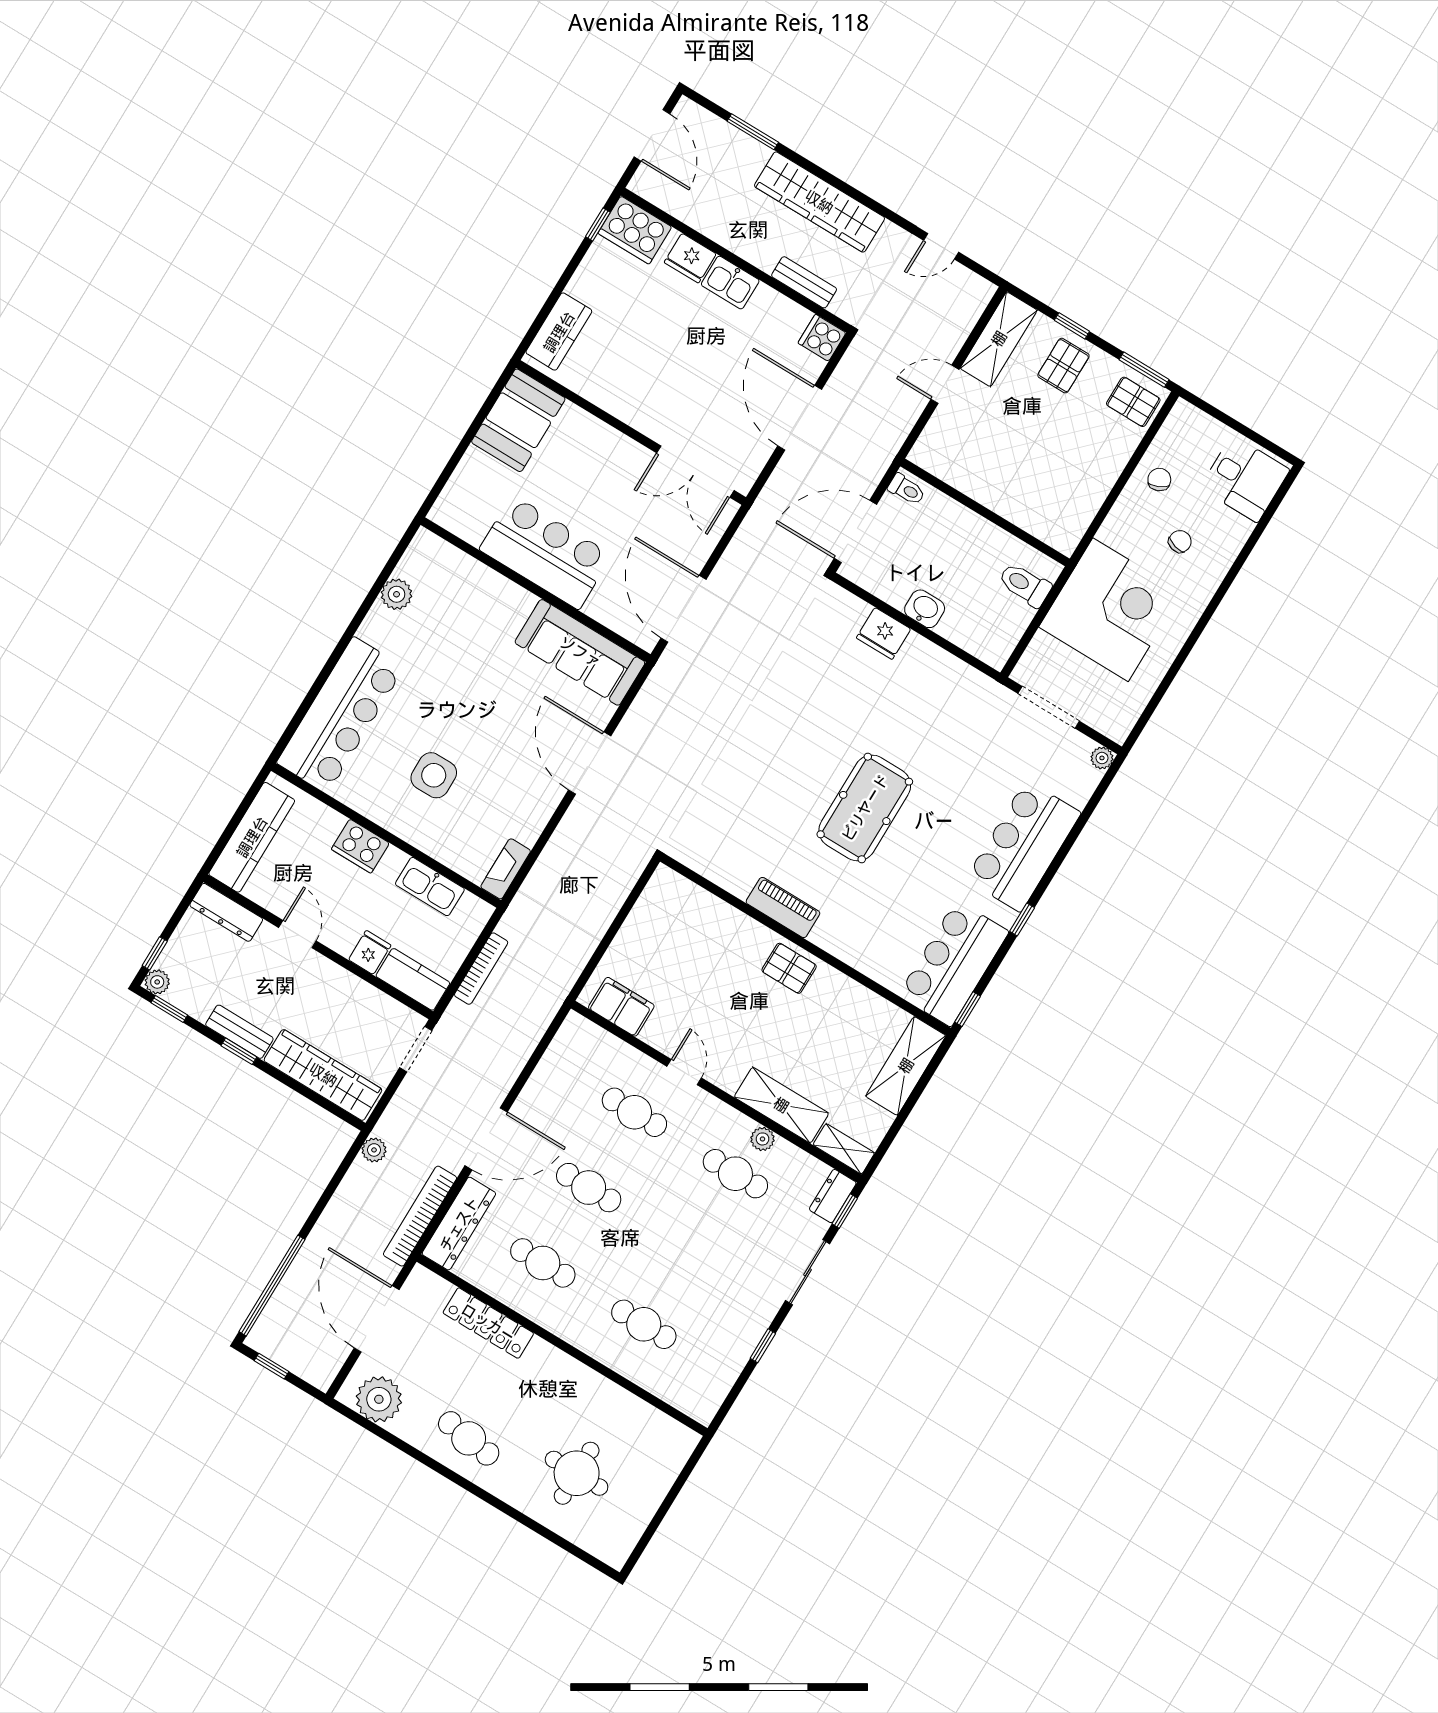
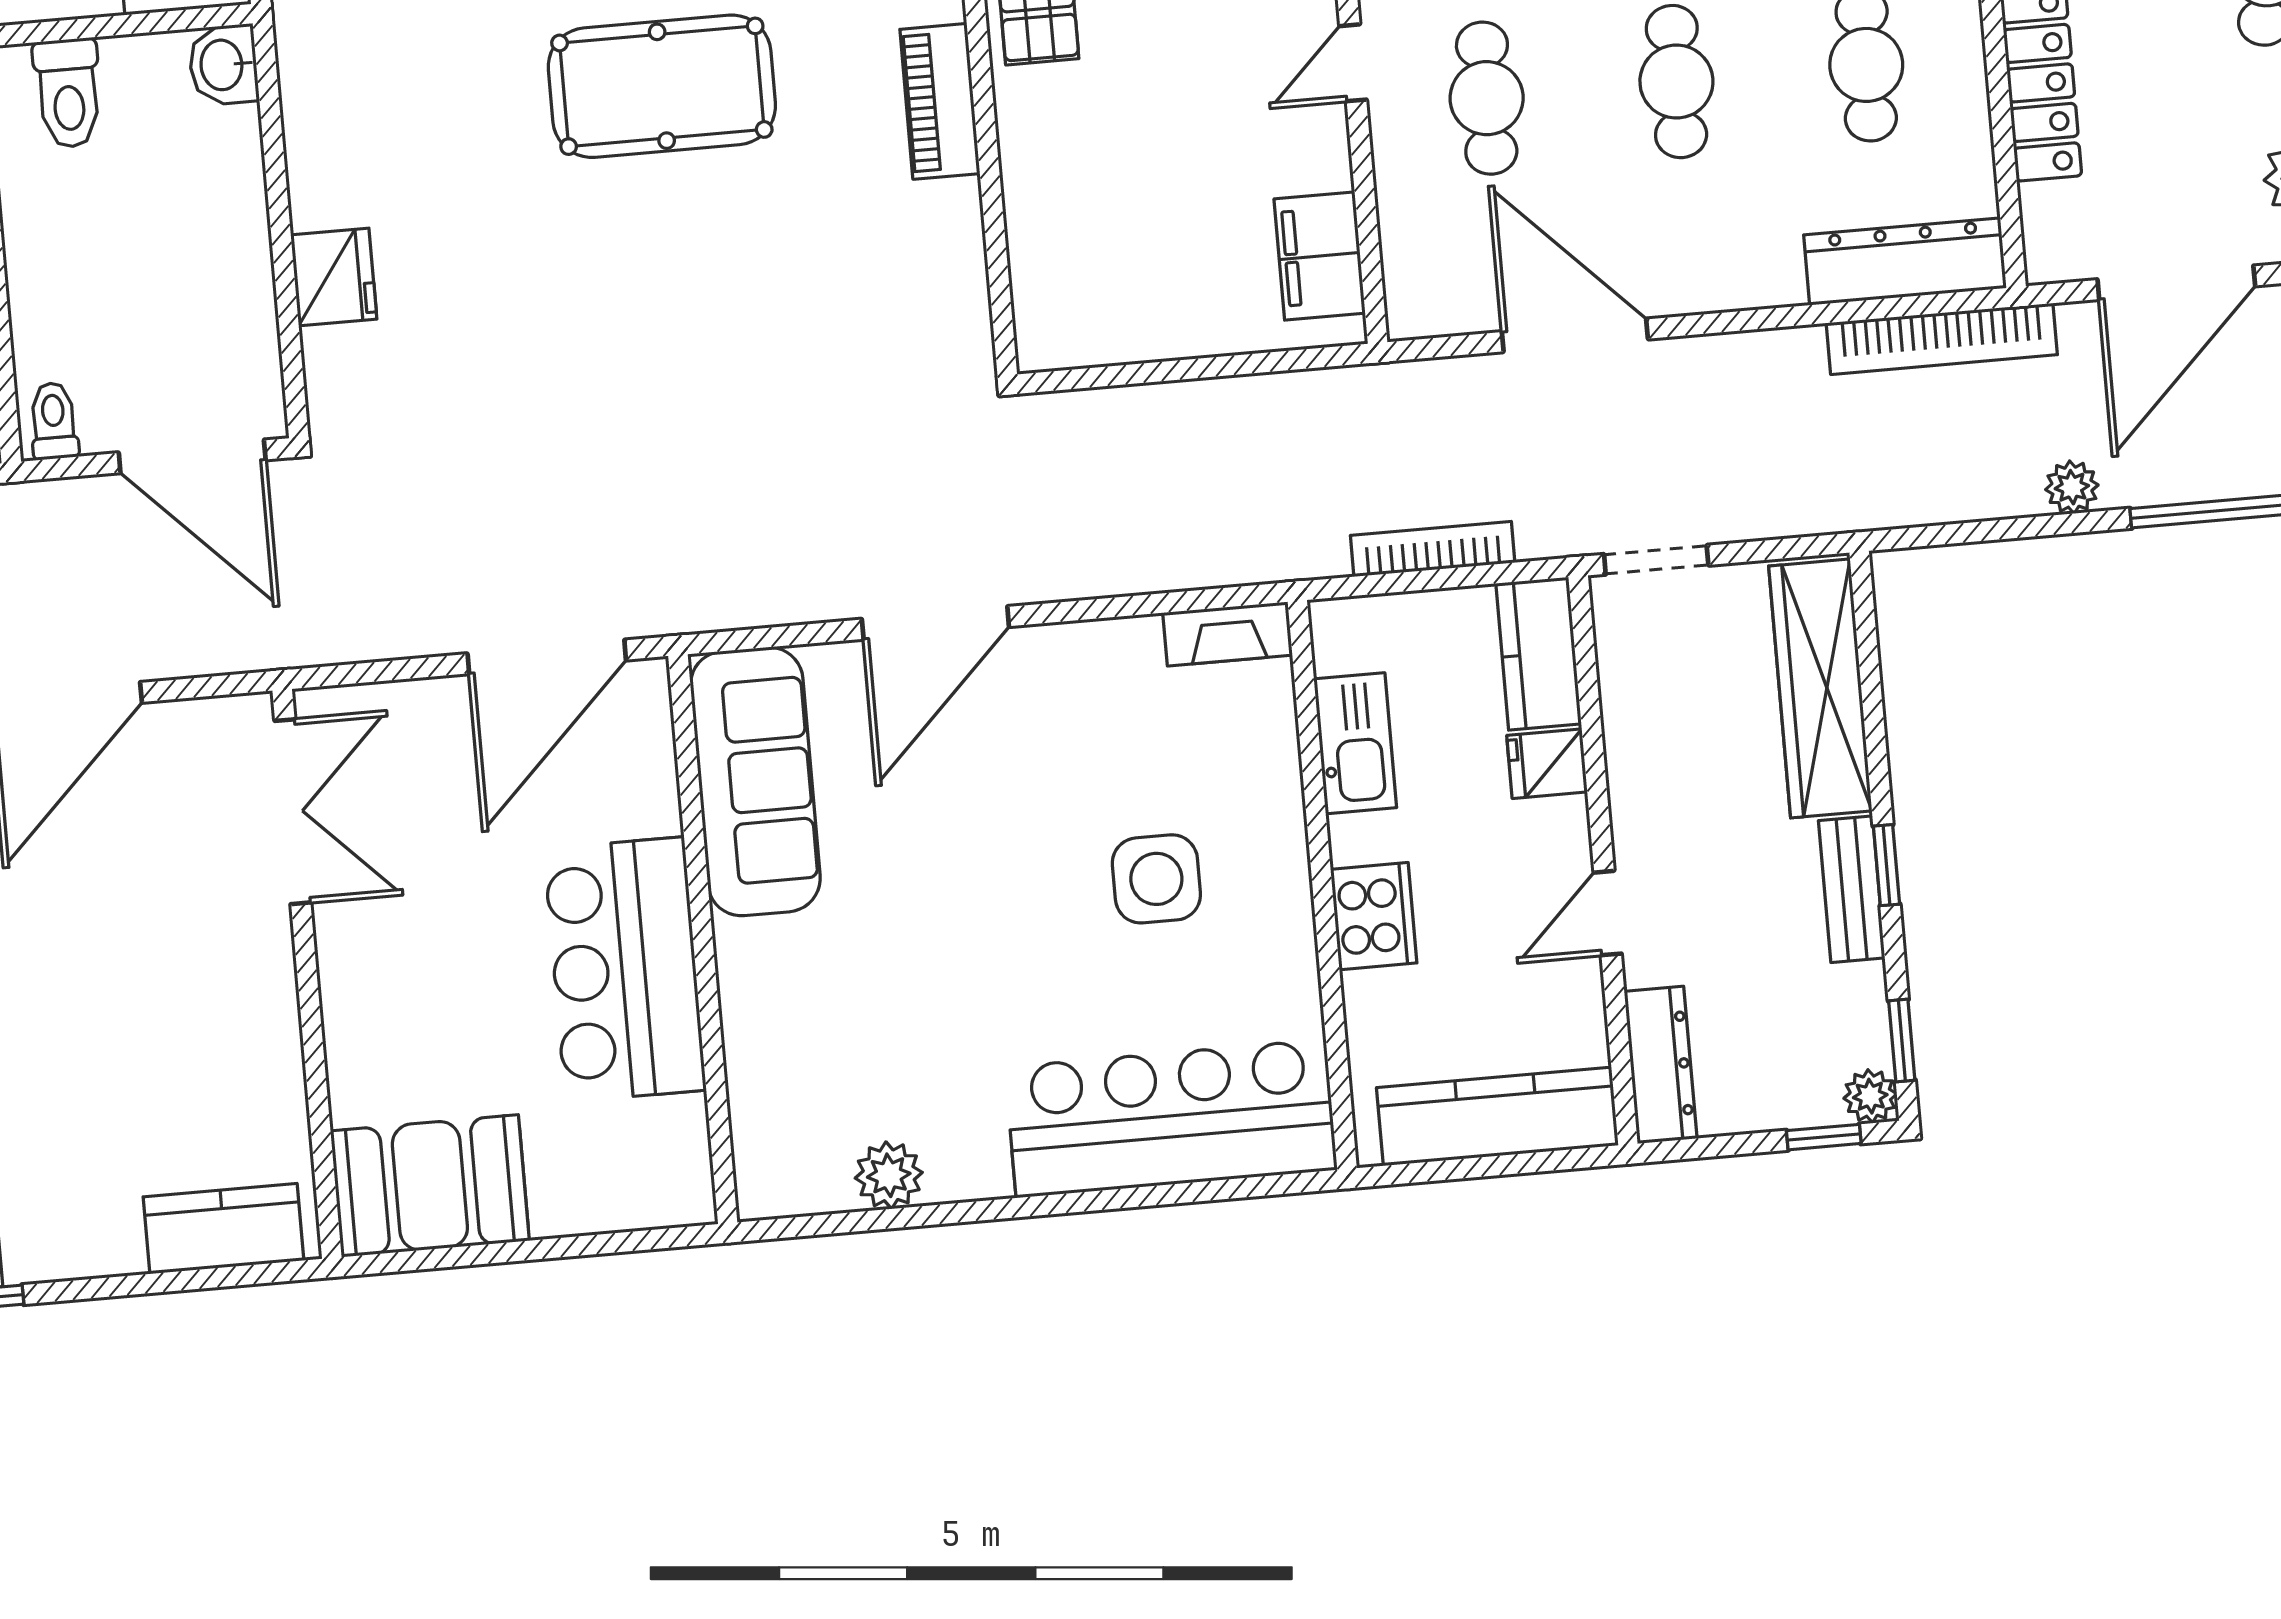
washbasin: (925, 609) -> (223, 65), moved
door: (486, 1139) -> (1575, 335), moved
plant: (374, 1150) -> (2072, 487), moved

